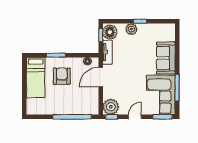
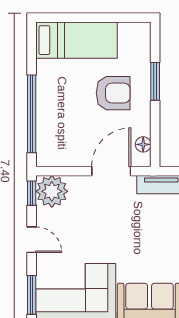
door: (101, 77) -> (111, 171), hinge flipped
bed: (36, 78) -> (76, 40), moved, turned 180

